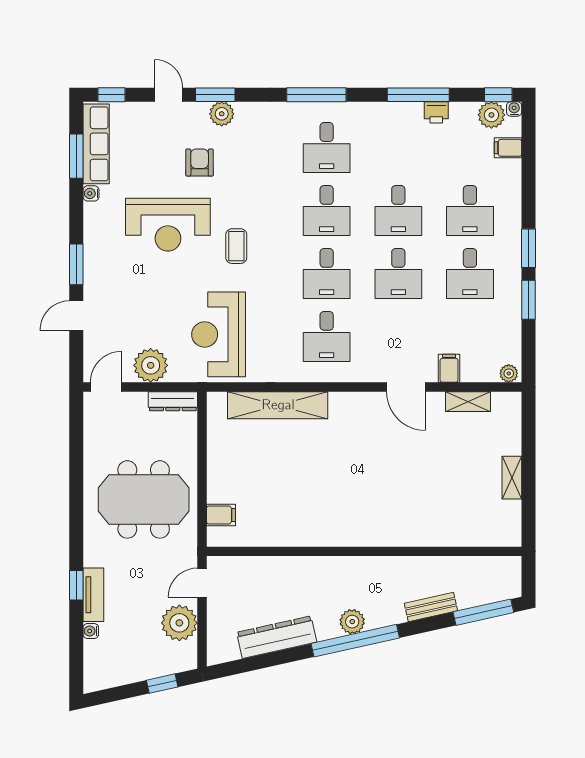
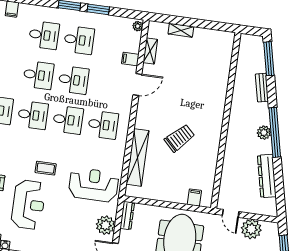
reception desk: (219, 334) -> (94, 185), turned 180
trolley: (322, 474) -> (179, 138), added
shelving: (512, 478) -> (181, 30), moved

